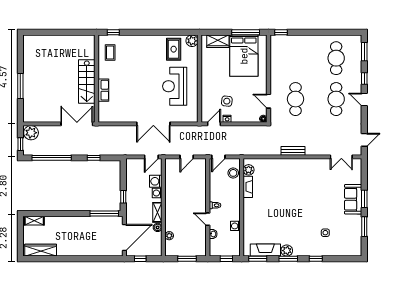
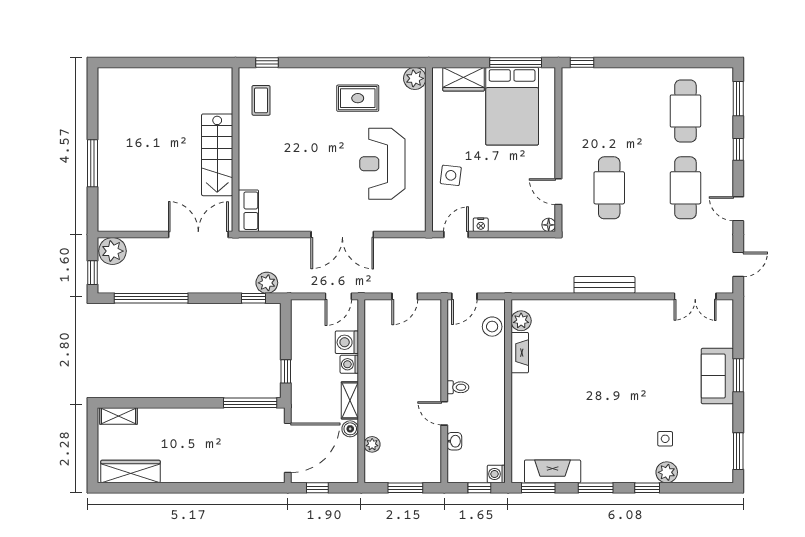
rug: (174, 49) -> (358, 98), moved, turned 90
row of seats: (103, 90) -> (248, 211), moved
door: (364, 100) -> (738, 209), moved
side table: (227, 101) -> (451, 175), moved
plant: (113, 150) -> (267, 283), added
bench: (293, 151) -> (604, 285), width x1.36
window: (94, 158) -> (253, 298), moved
washing machine: (235, 226) -> (496, 474), moved
window: (364, 227) -> (738, 451), moved
plant: (287, 251) -> (667, 472), moved

